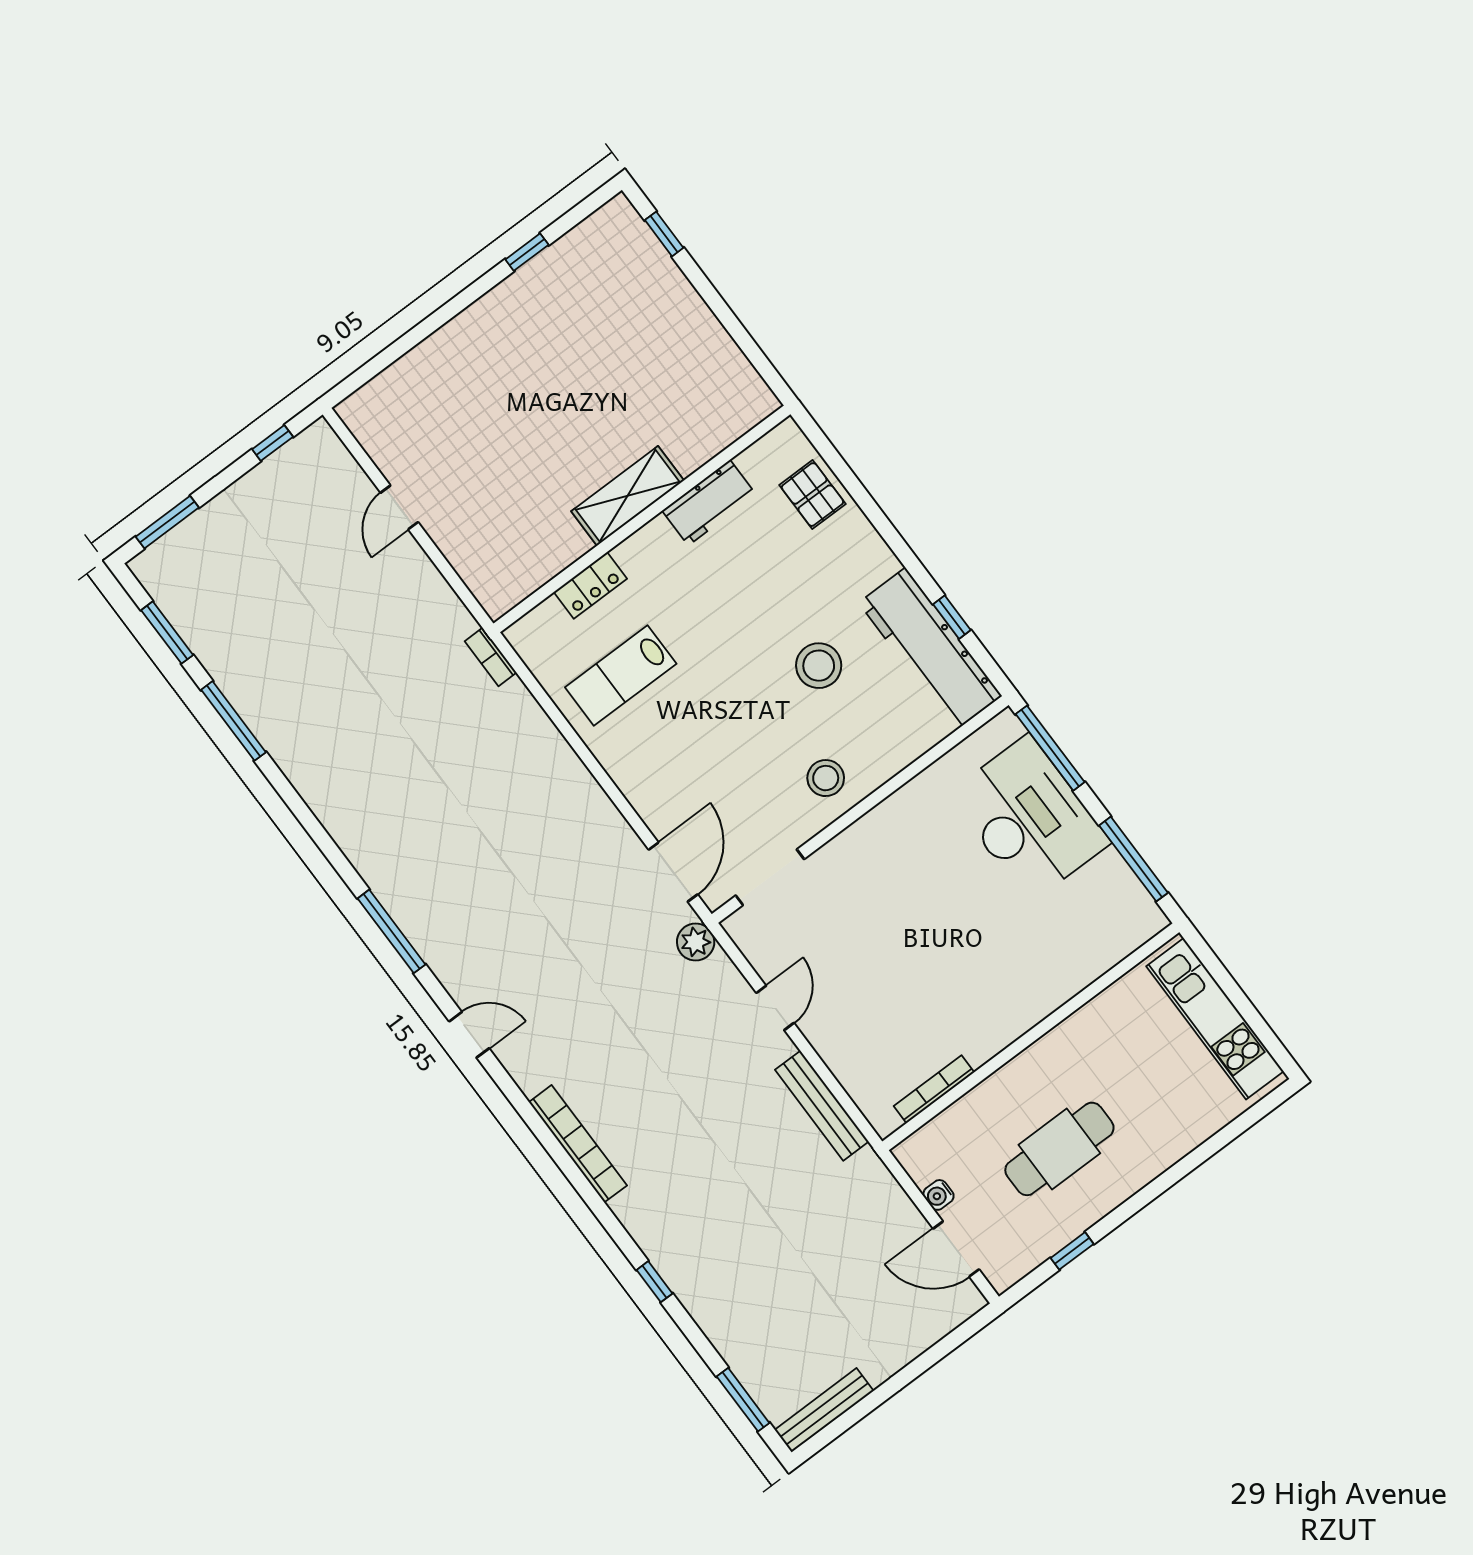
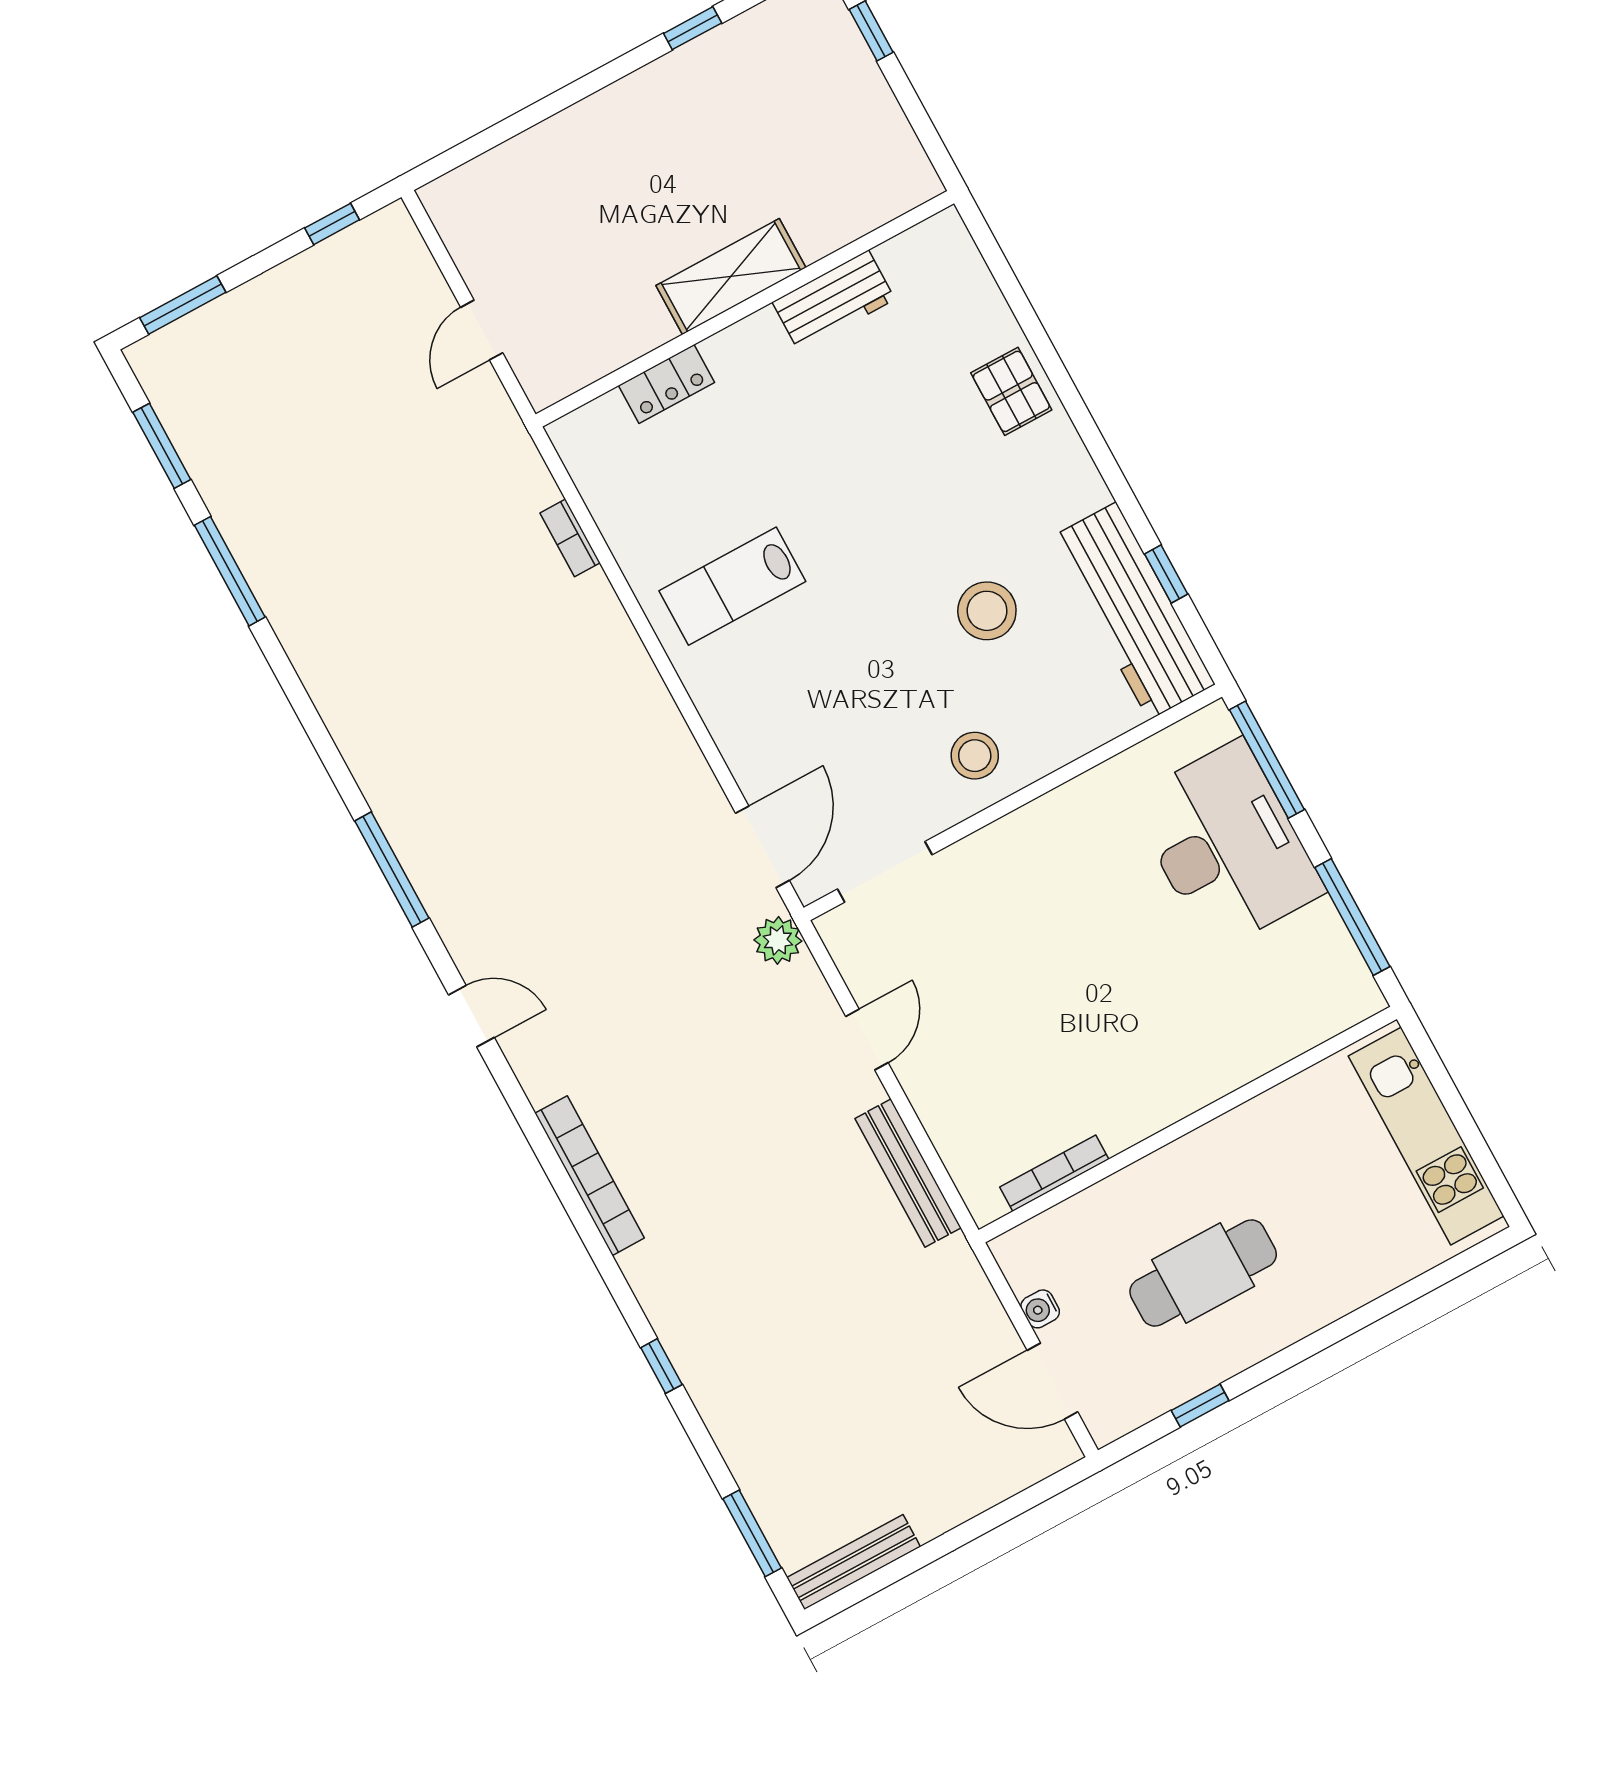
shelving: (628, 496) -> (731, 277), moved
workbench: (709, 503) -> (834, 301), moved
wall: (642, 519) -> (745, 309), moved
locker: (590, 585) -> (666, 384), moved

